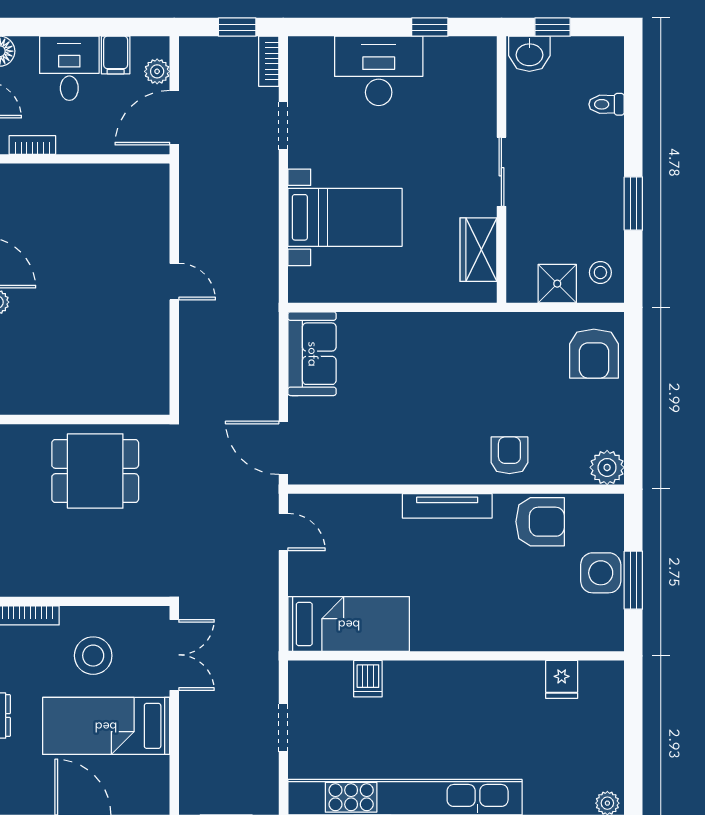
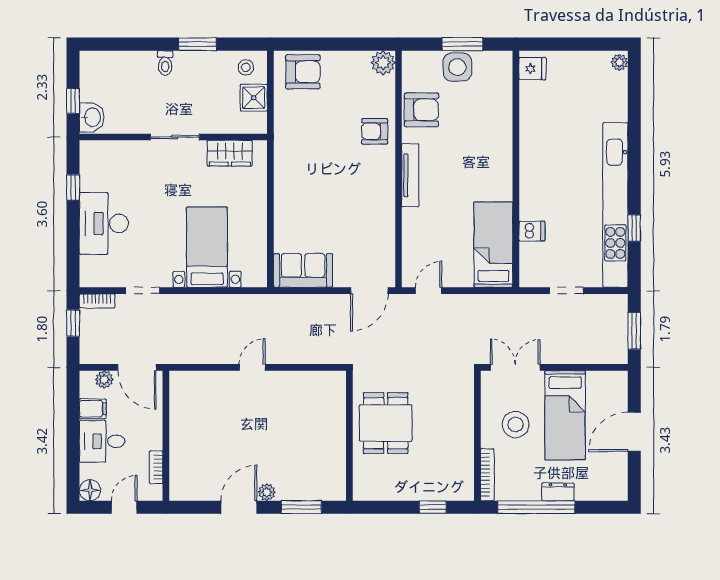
toilet: (607, 104) -> (165, 63), moved
armchair: (540, 522) -> (421, 110), turned 90
fridge: (562, 679) -> (532, 69), moved

